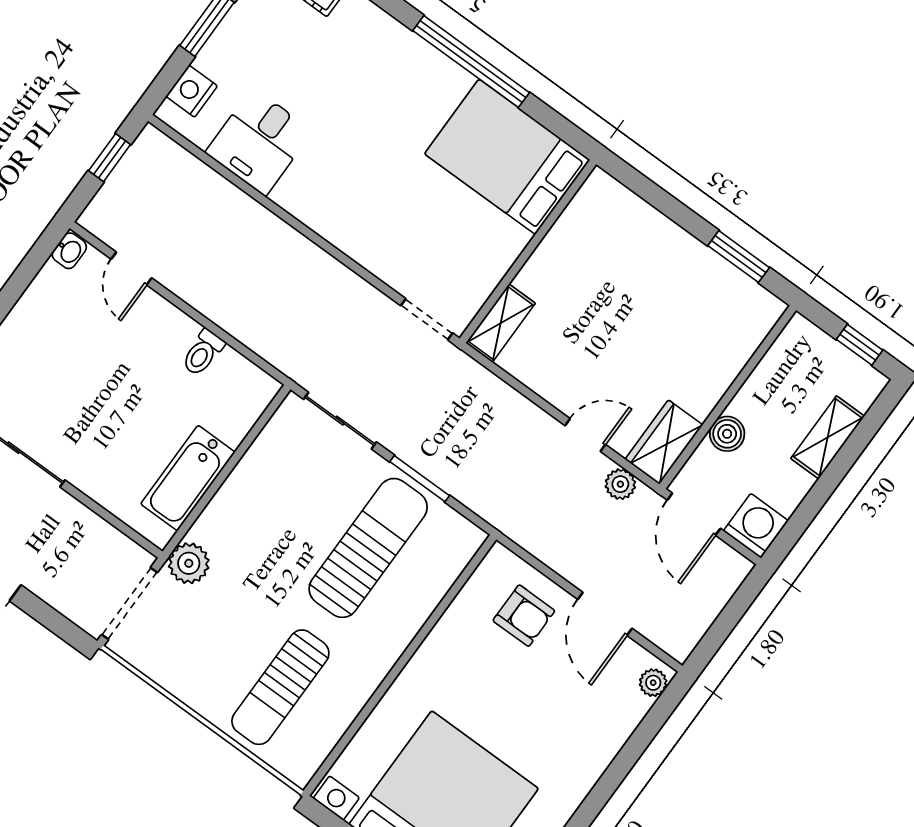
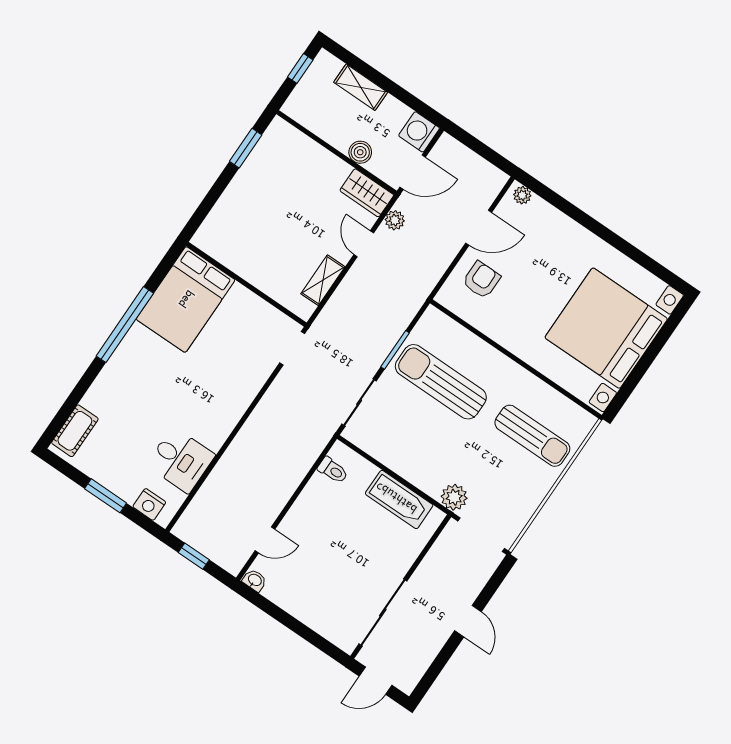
shelving: (501, 323) -> (323, 280), moved, turned 90
toilet: (203, 353) -> (333, 470), moved

